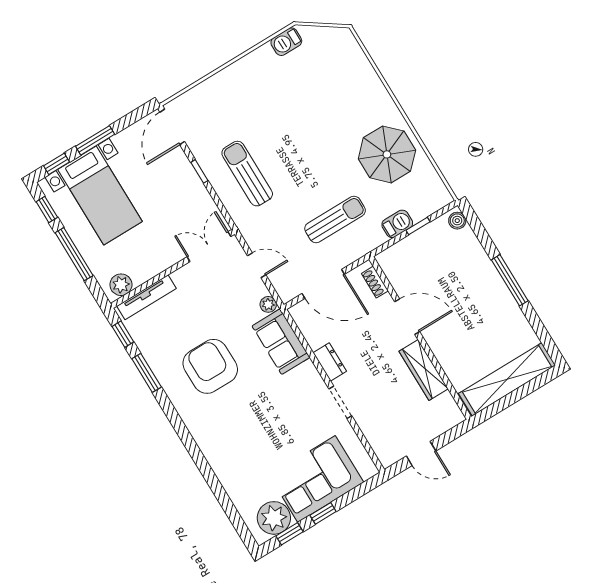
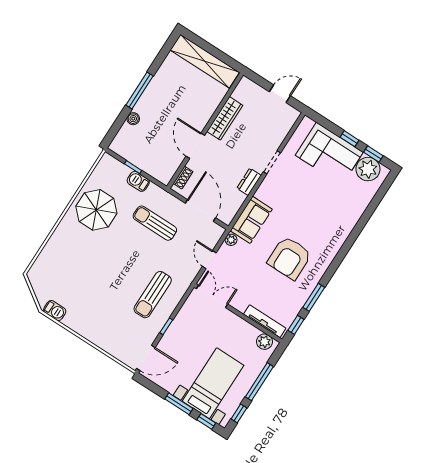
boiler: (457, 221) -> (133, 119), moved
double door: (209, 247) -> (212, 296), swing flipped
door: (421, 453) -> (280, 94), hinge flipped

